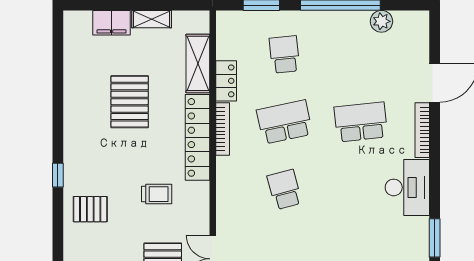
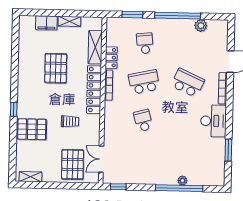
school desk: (361, 122) -> (188, 83), turned 30
pallet: (90, 209) -> (32, 129), width x1.50, depth x1.42

